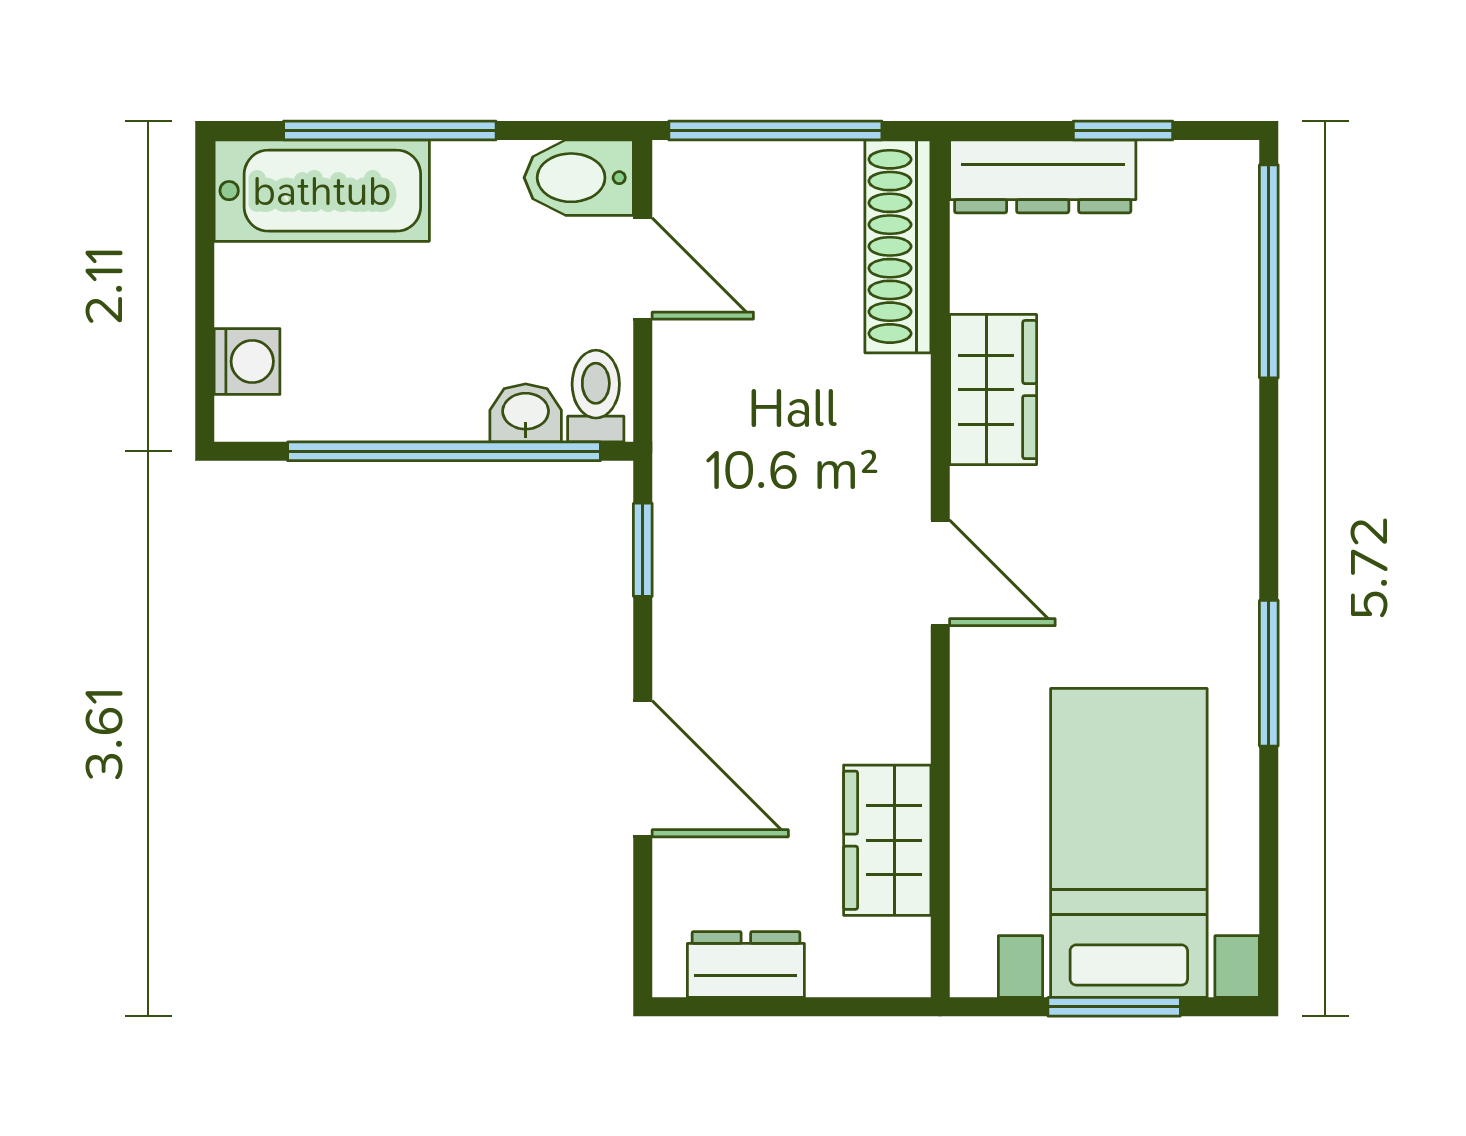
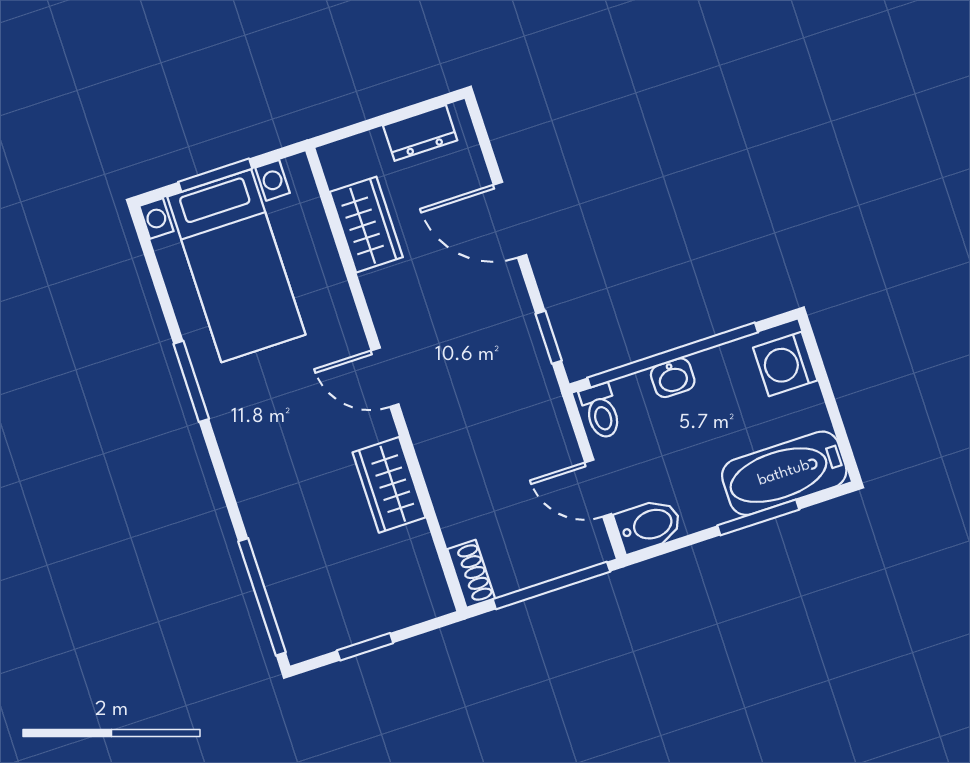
window: (390, 130) -> (758, 517), width x0.69
dresser: (1043, 176) -> (400, 608), removed
shoe rack: (898, 246) -> (471, 574), width x0.51, depth x0.81
washing machine: (247, 361) -> (785, 364), width x1.38, depth x1.38
washbasin: (526, 413) -> (673, 378), moved

